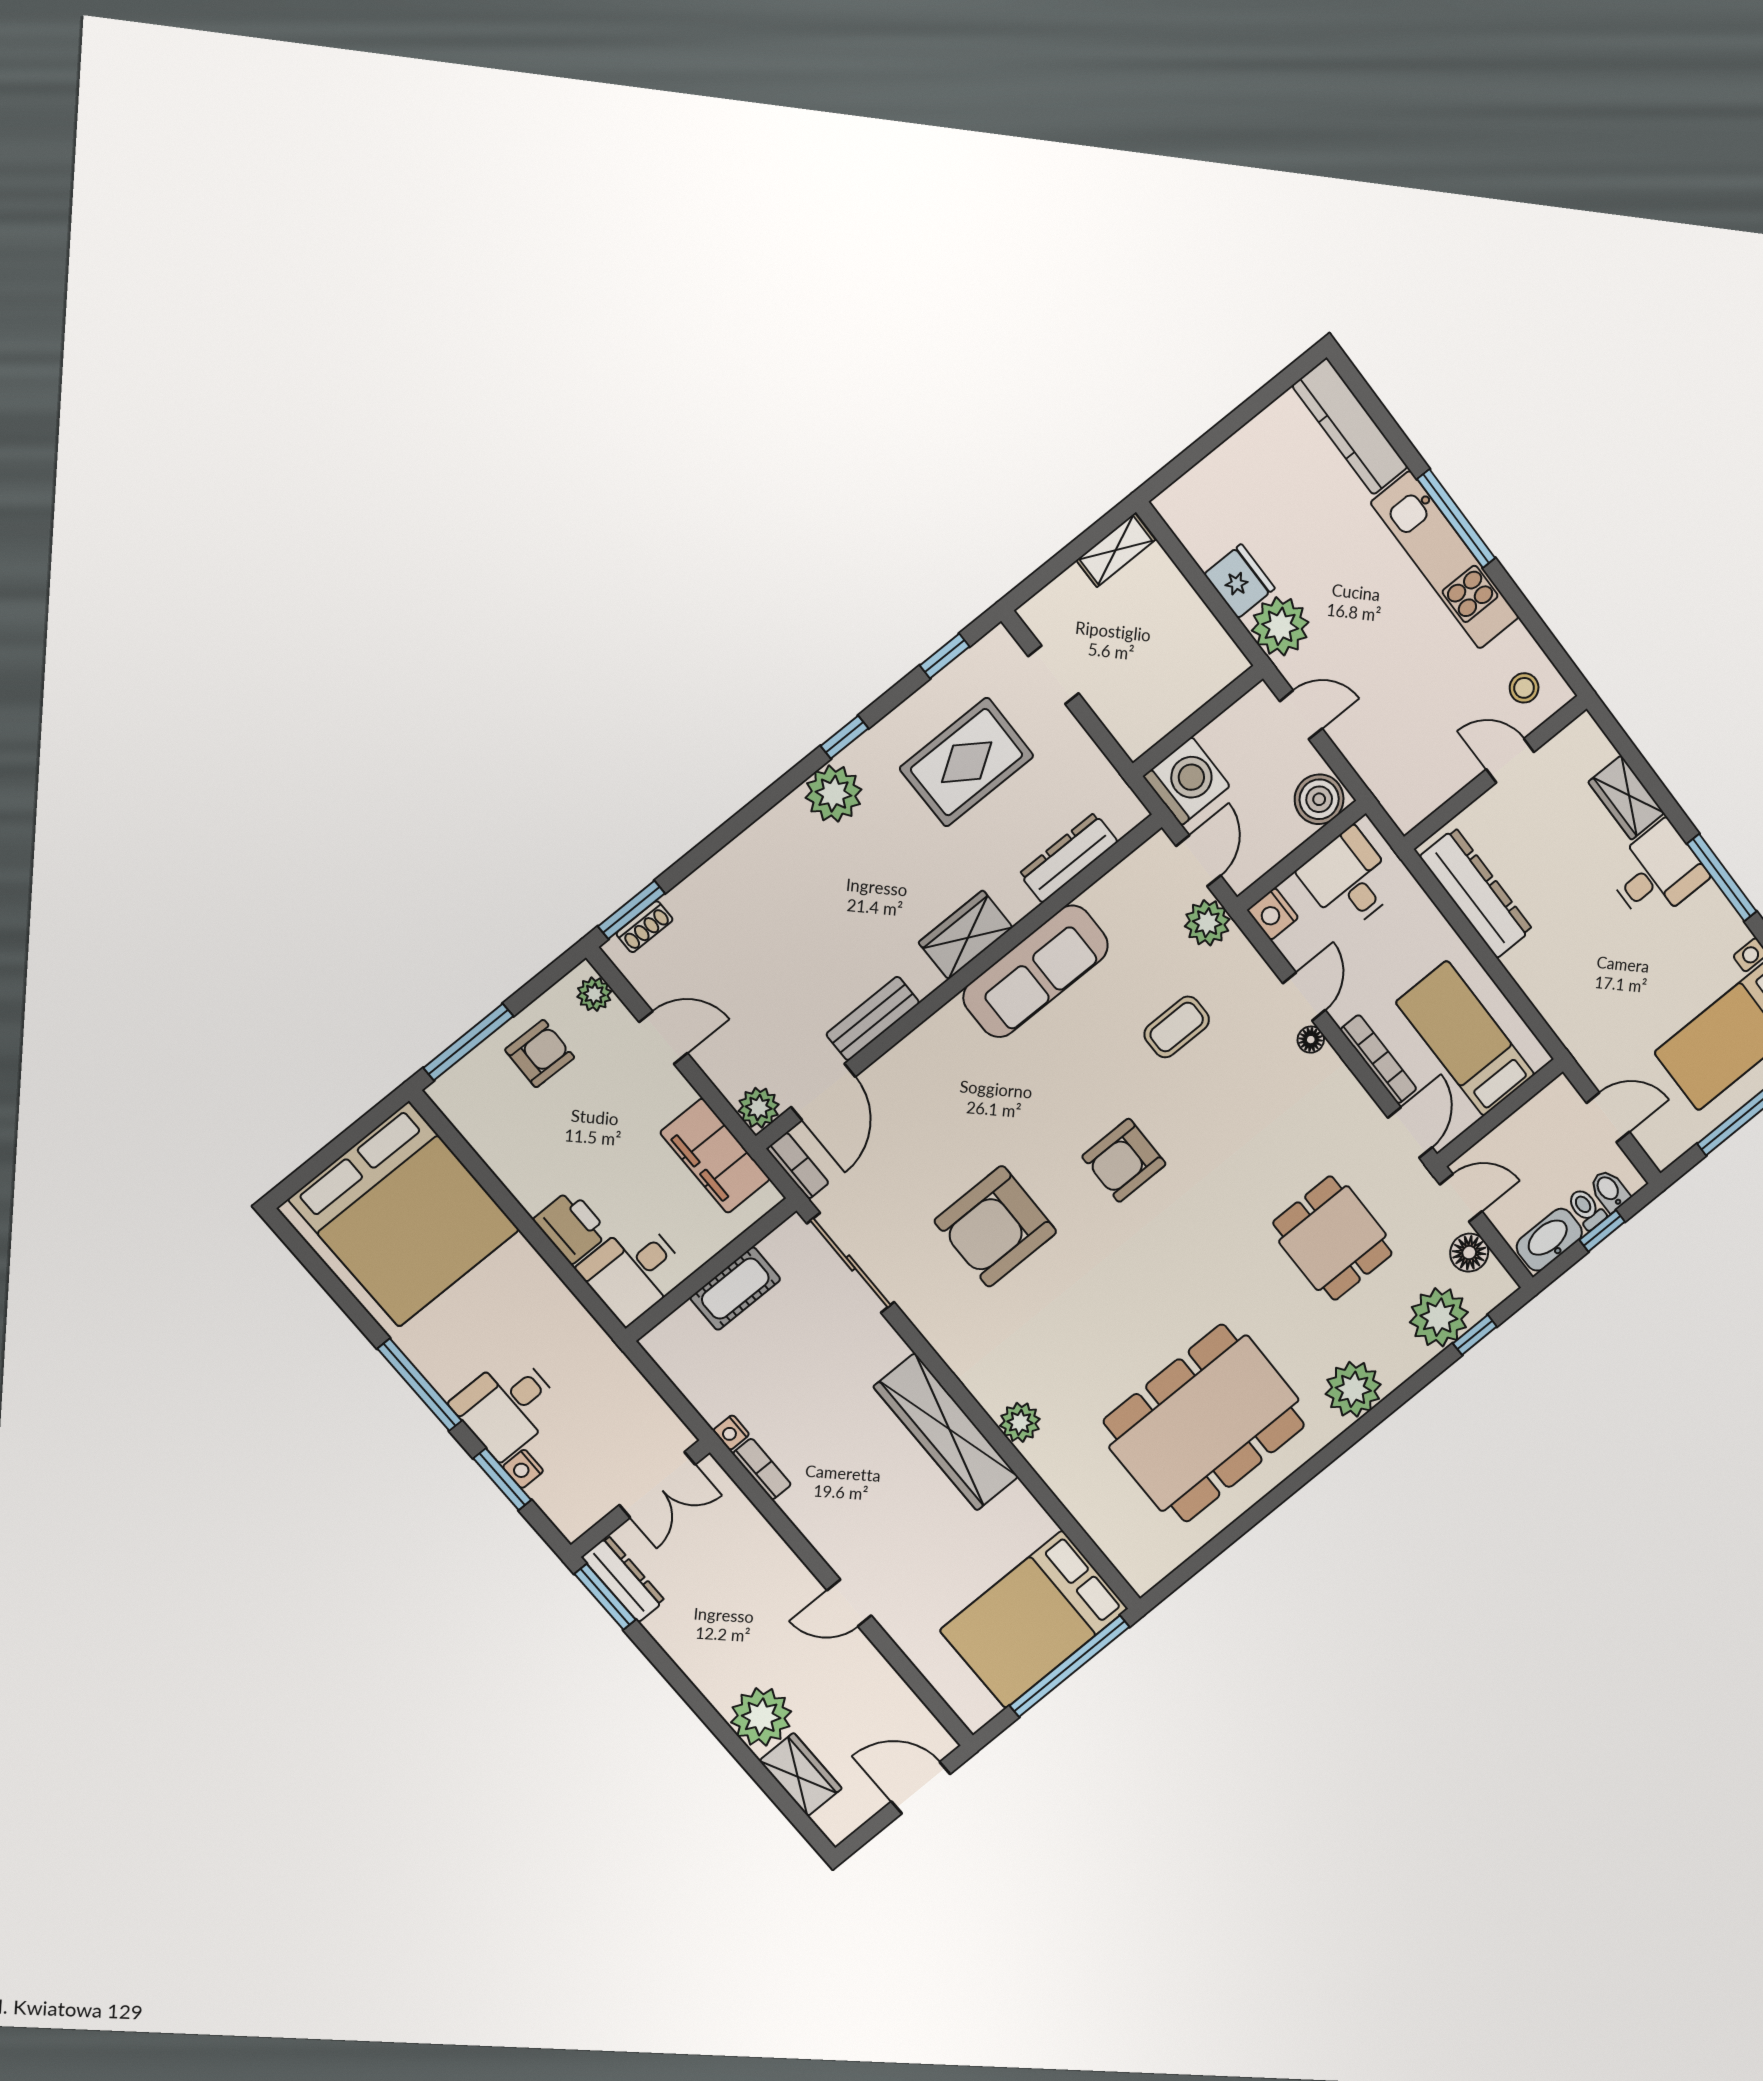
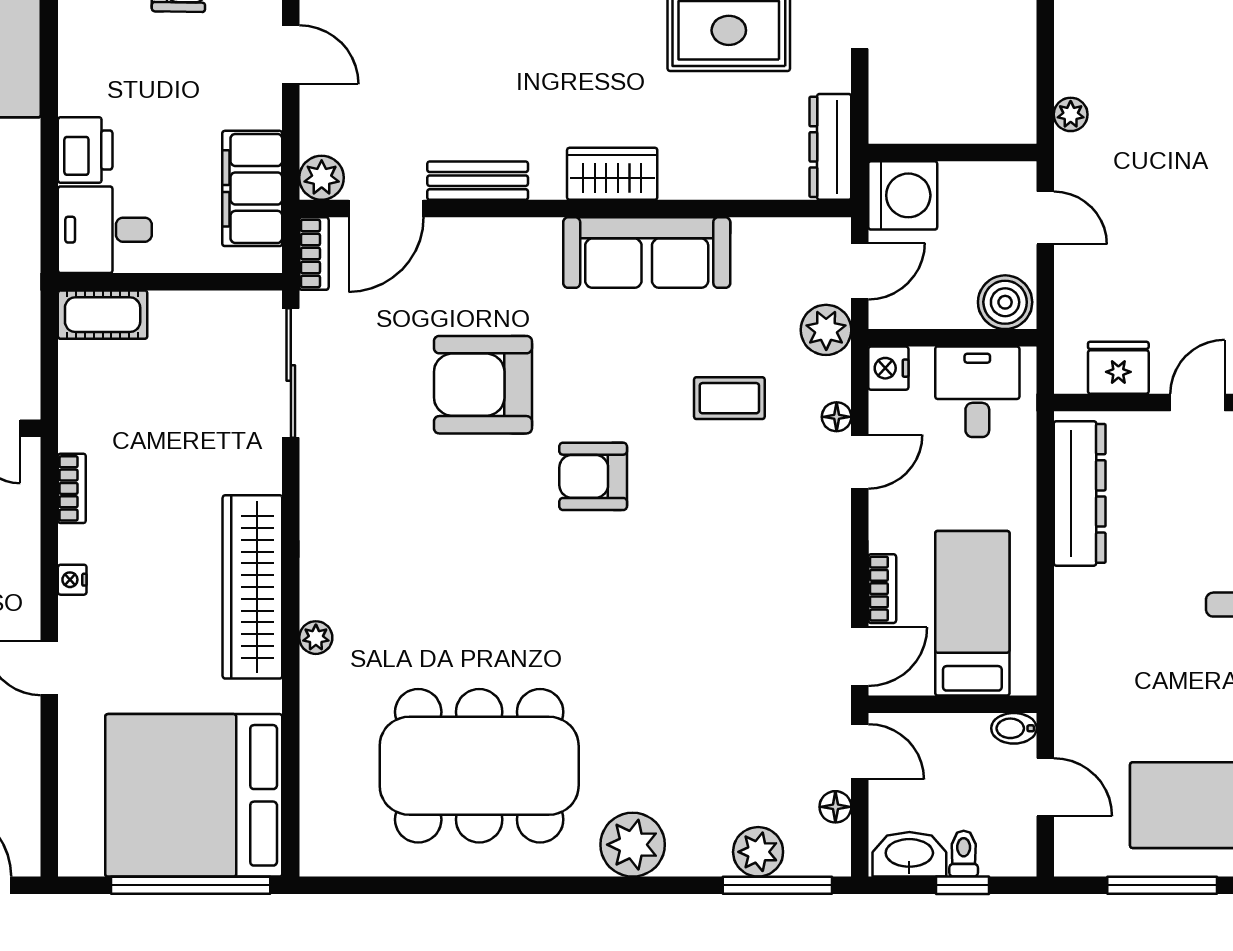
fridge: (1240, 581) -> (1118, 368), moved, turned -90
plant: (1280, 626) -> (1071, 114), width x0.53, depth x0.53
door: (1510, 761) -> (1197, 402), hinge flipped
dresser: (1068, 858) -> (830, 147), moved, turned -90
floor lamp: (1311, 1040) -> (837, 417), moved
bookcase: (1379, 1059) -> (882, 589), width x0.64
bidet: (1609, 1190) -> (1014, 728), moved, turned -90
armchair: (995, 1226) -> (483, 385), moved
dining table: (1333, 1238) -> (720, 694), removed
floor lamp: (1469, 1253) -> (835, 807), width x0.73, depth x0.73
cot: (735, 1289) -> (103, 315), moved
plant: (1439, 1317) -> (758, 852), width x0.73, depth x0.73
window: (1475, 1335) -> (777, 885), width x2.17
plant: (1020, 1422) -> (316, 638), width x0.73, depth x0.73
nightstand: (731, 1433) -> (72, 580), moved
bed: (1034, 1619) -> (194, 795), width x1.36

